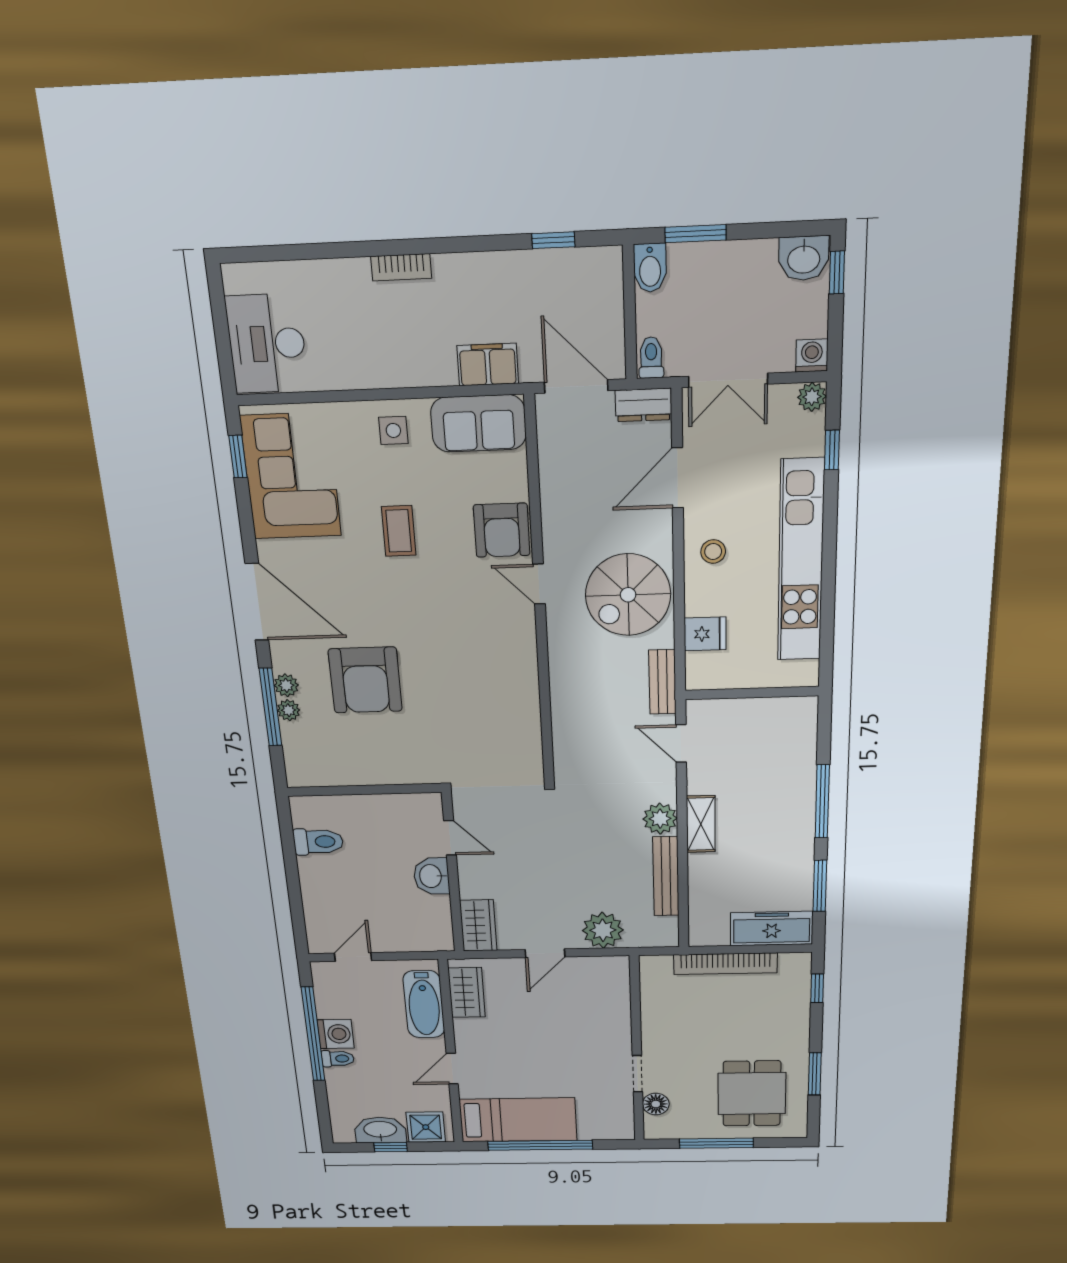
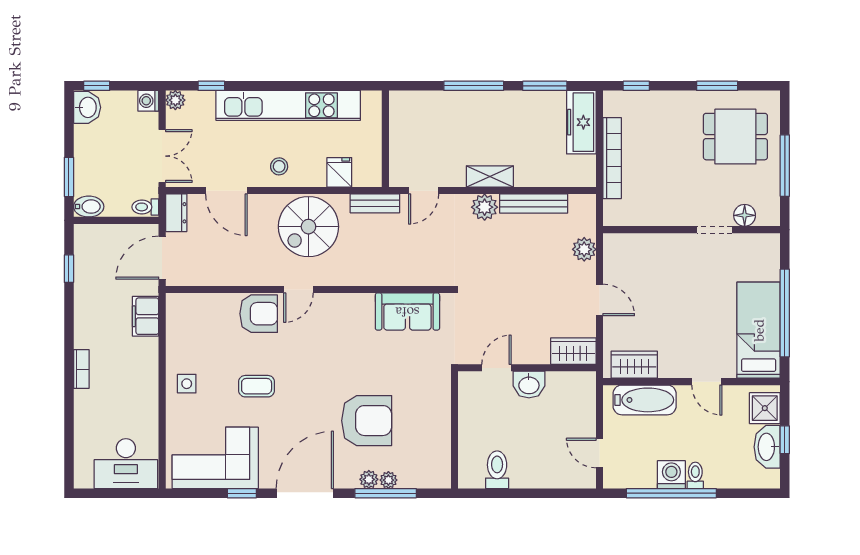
sofa: (478, 423) -> (407, 312), moved, turned 90
window: (238, 457) -> (242, 493), moved
spiral stairs: (628, 595) -> (308, 227), turned 90
plant: (603, 930) -> (584, 249), width x0.73, depth x0.73

